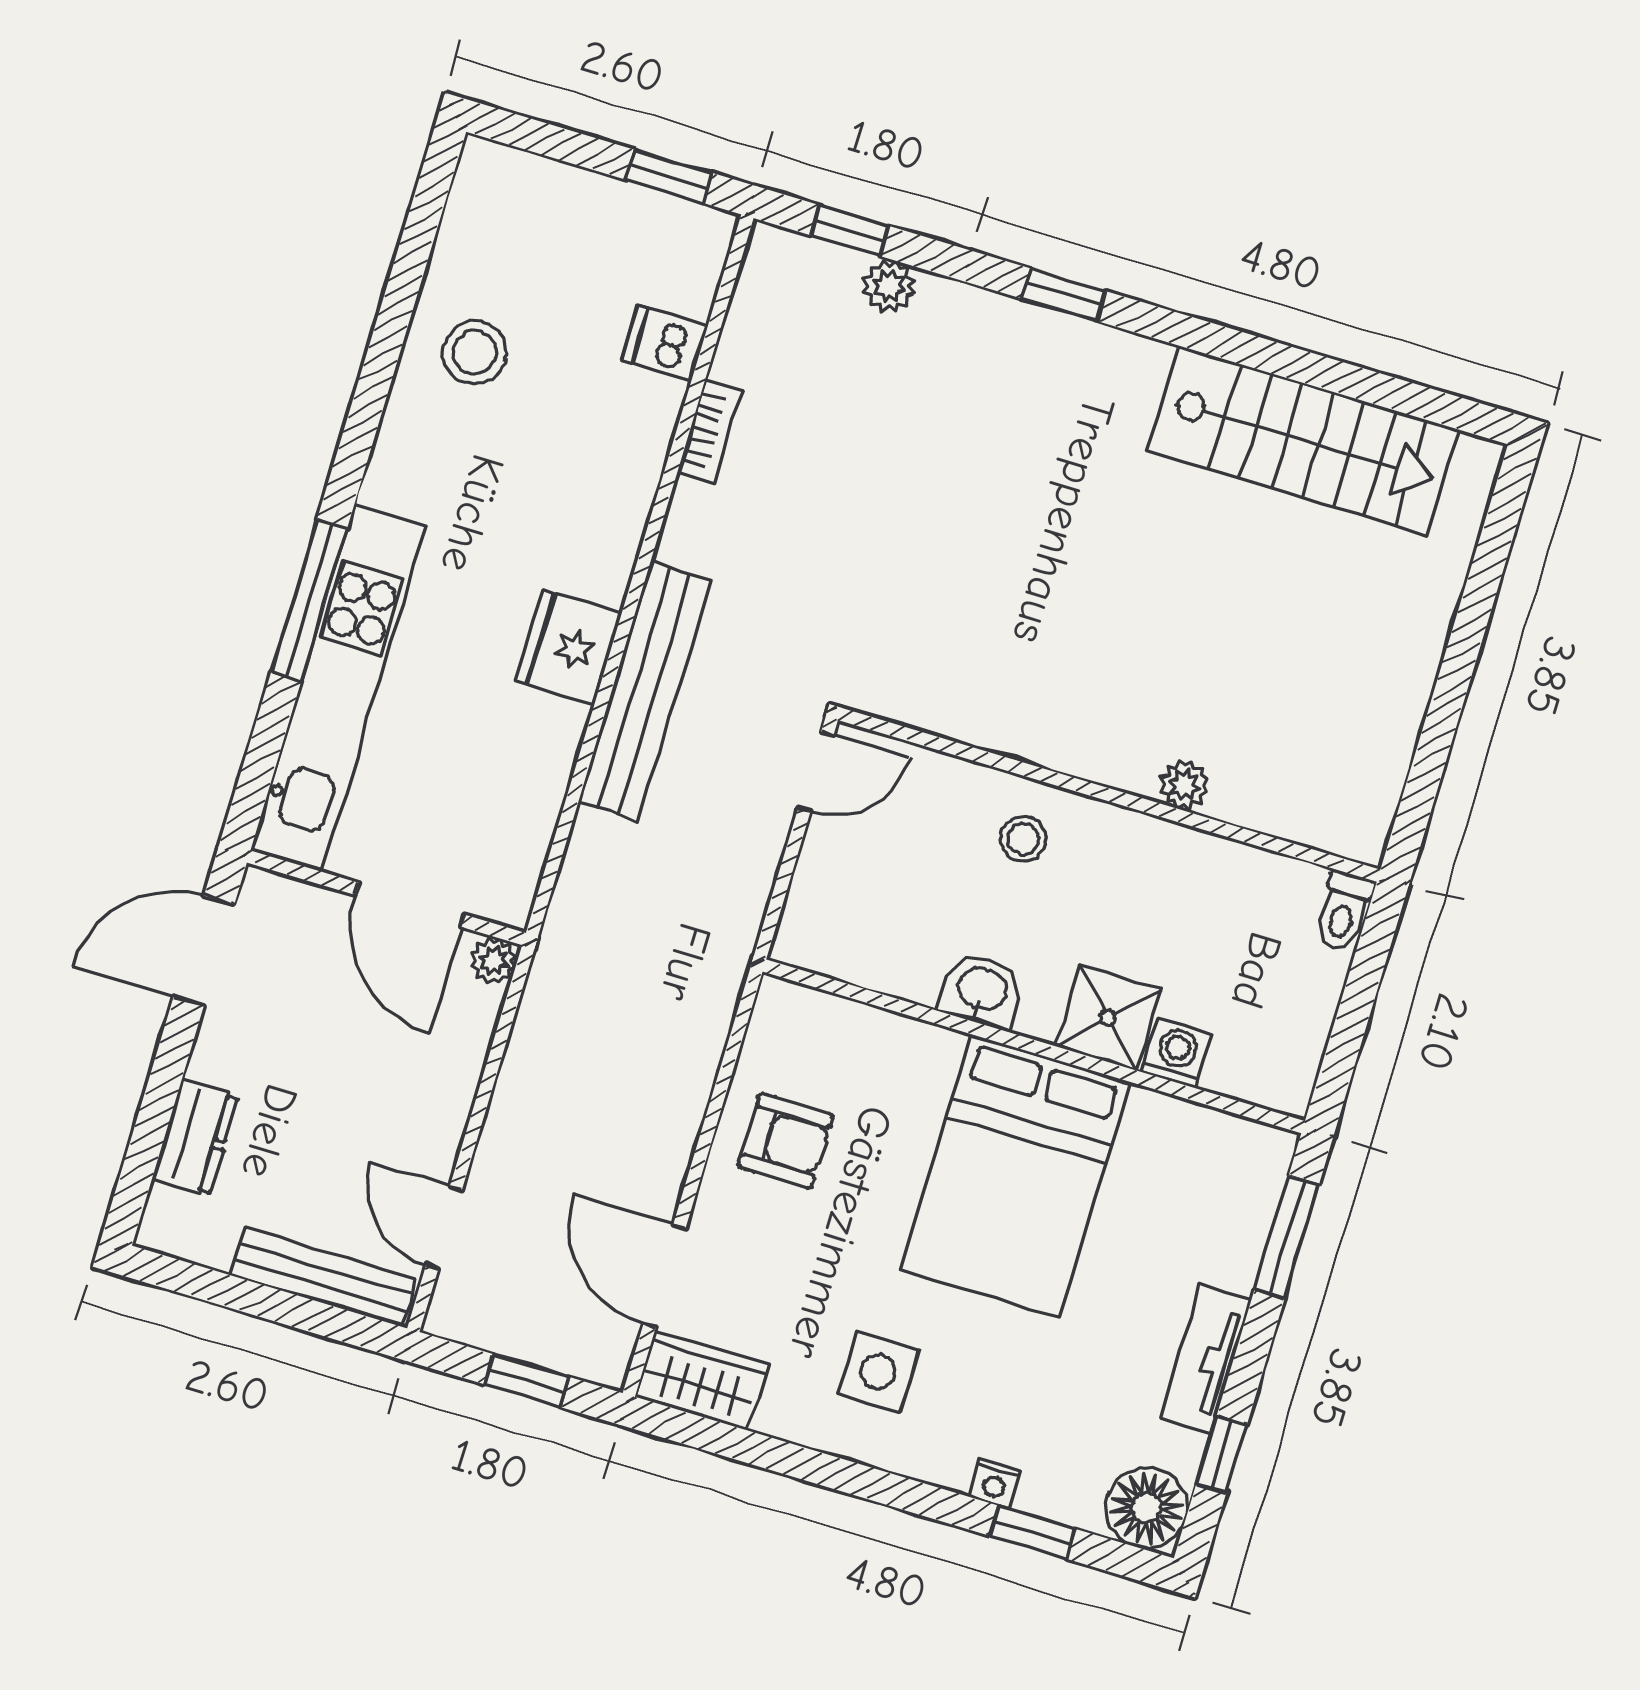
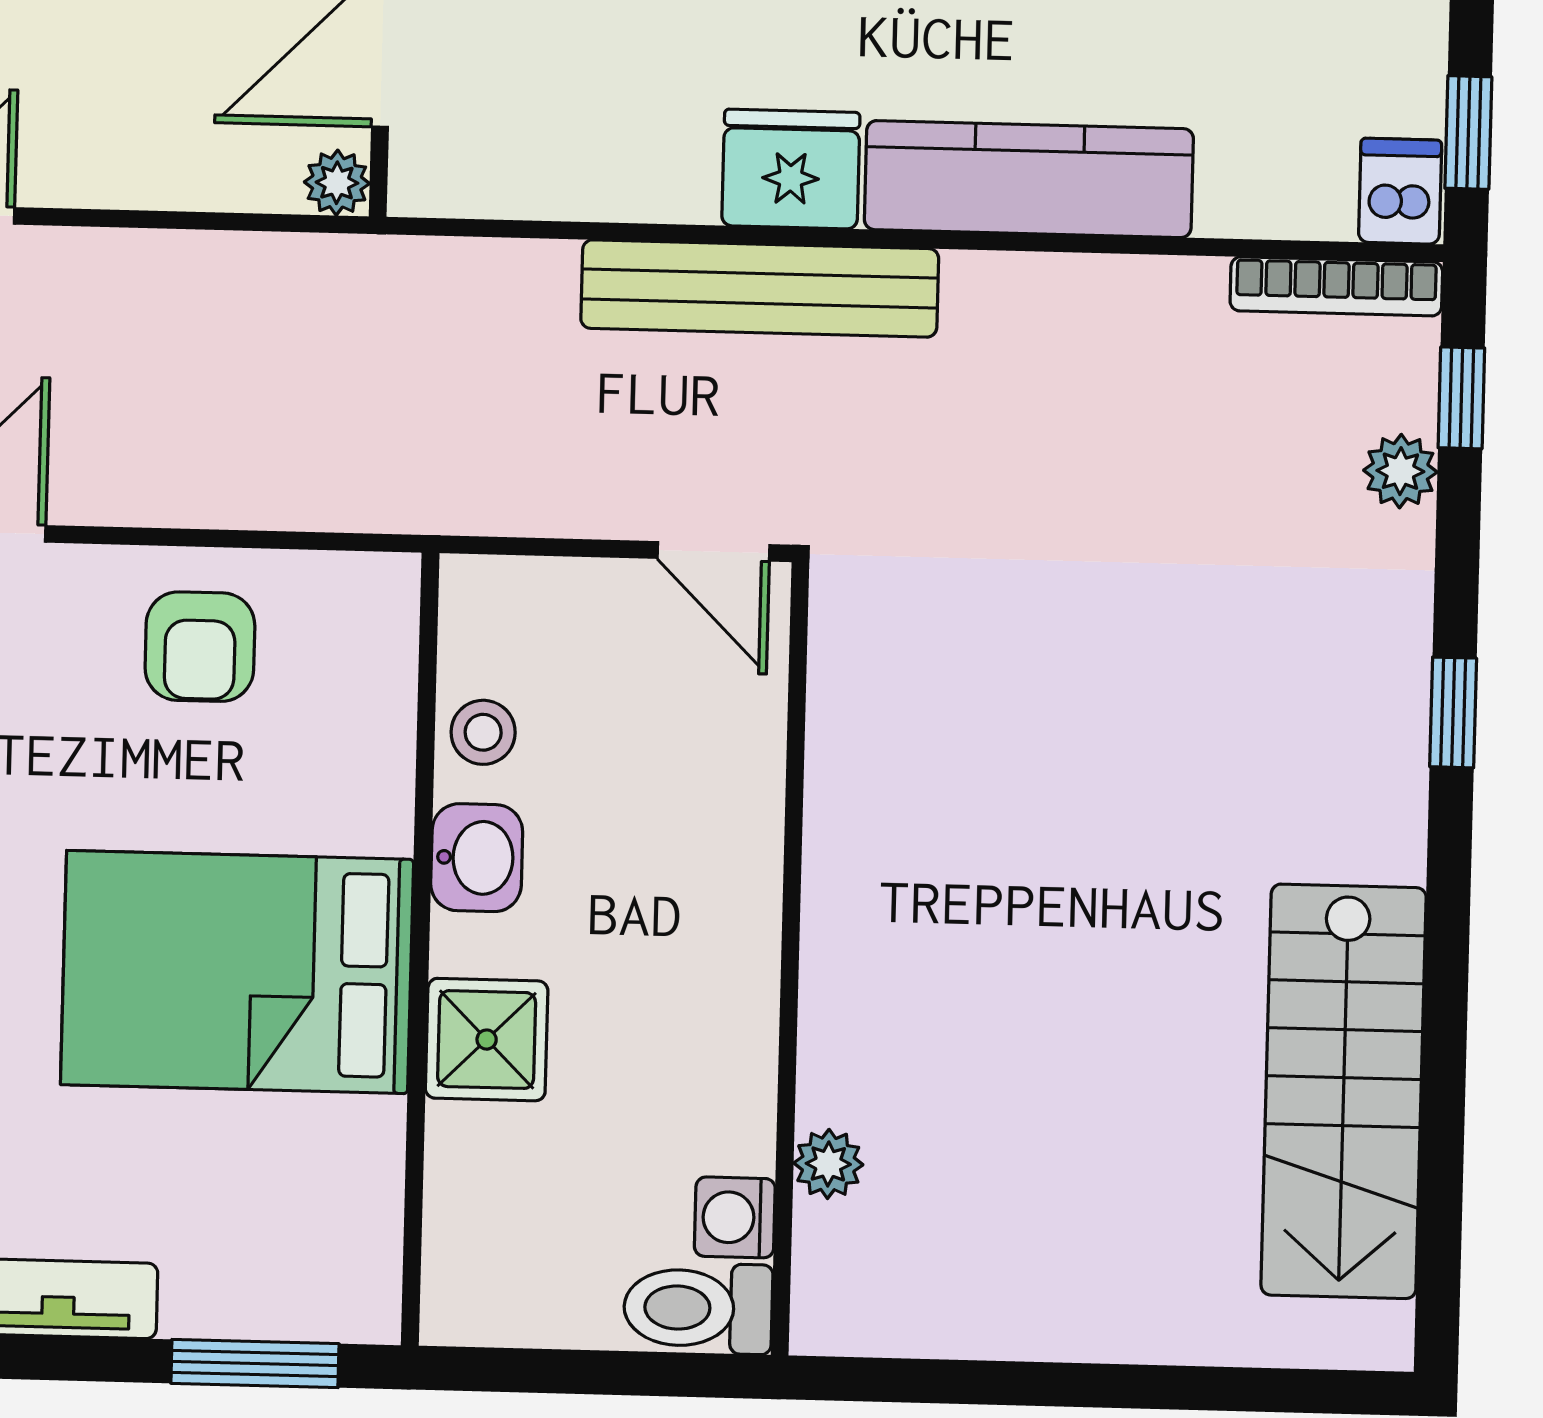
dishwasher: (664, 343) -> (1400, 191), moved
bookcase: (709, 432) -> (1336, 286), moved, width x1.56
kitchen counter: (620, 486) -> (1029, 179), added
plant: (1184, 785) -> (828, 1164), moved
stool: (1023, 839) -> (483, 732), moved
toilet: (1344, 911) -> (698, 1308), width x1.37, depth x1.39
washing machine: (1176, 1053) -> (735, 1217), moved, turned 180

